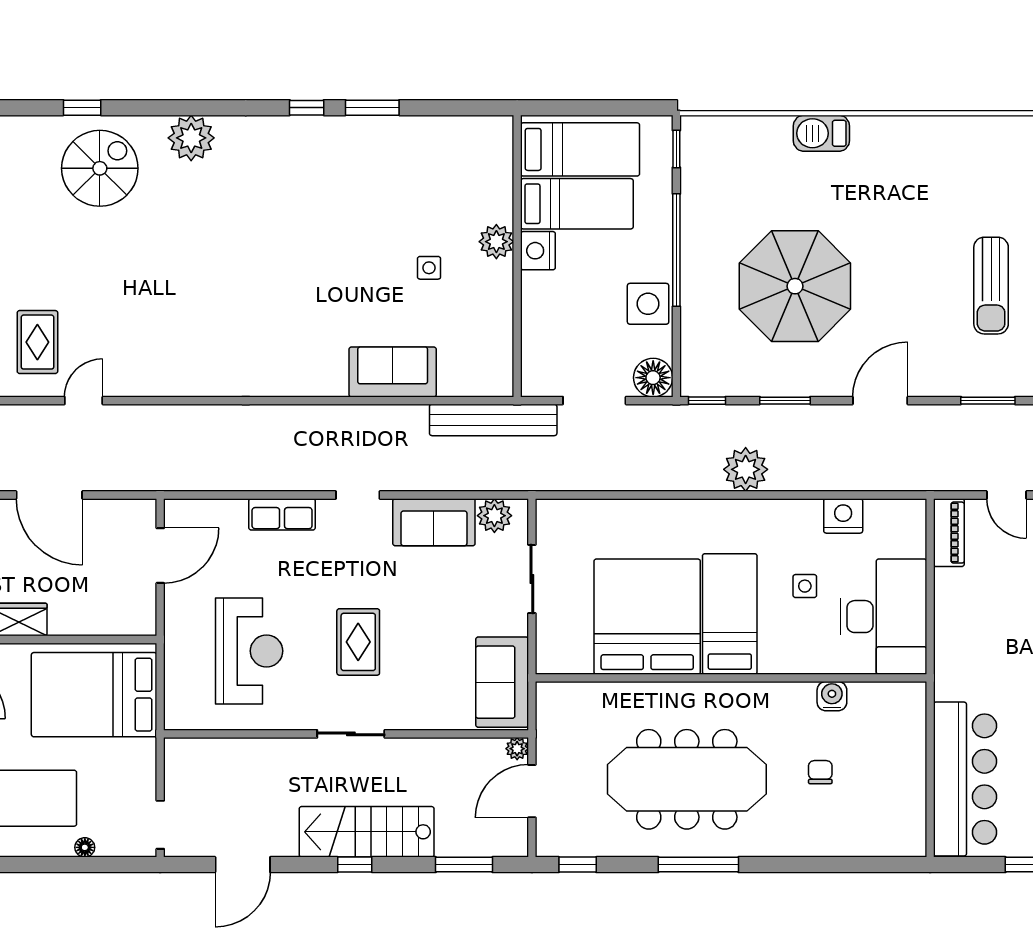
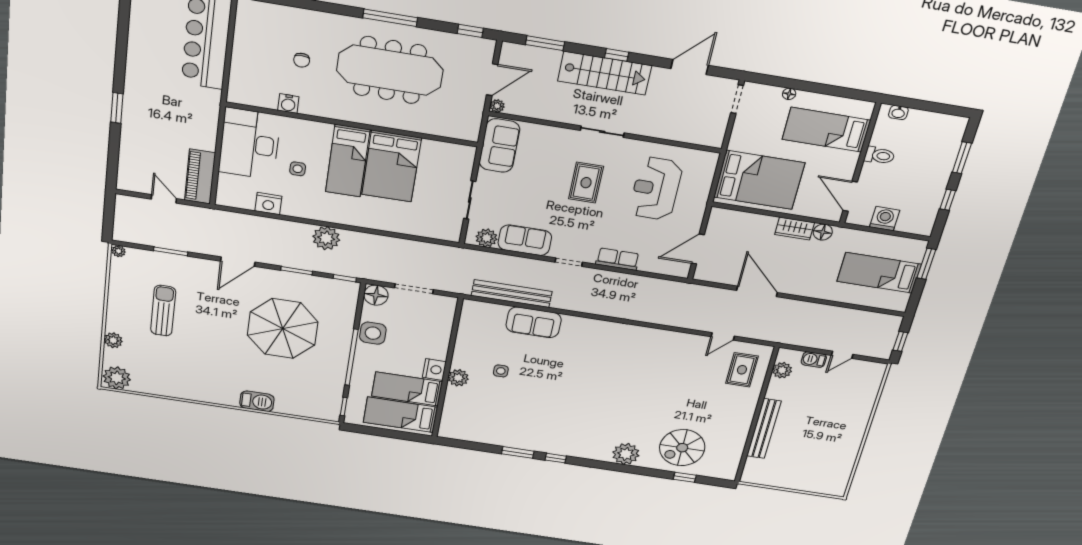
bench: (493, 420) -> (512, 294), moved
piano: (949, 533) -> (200, 177), width x1.37, depth x1.33
bed: (647, 617) -> (392, 166), width x0.73

